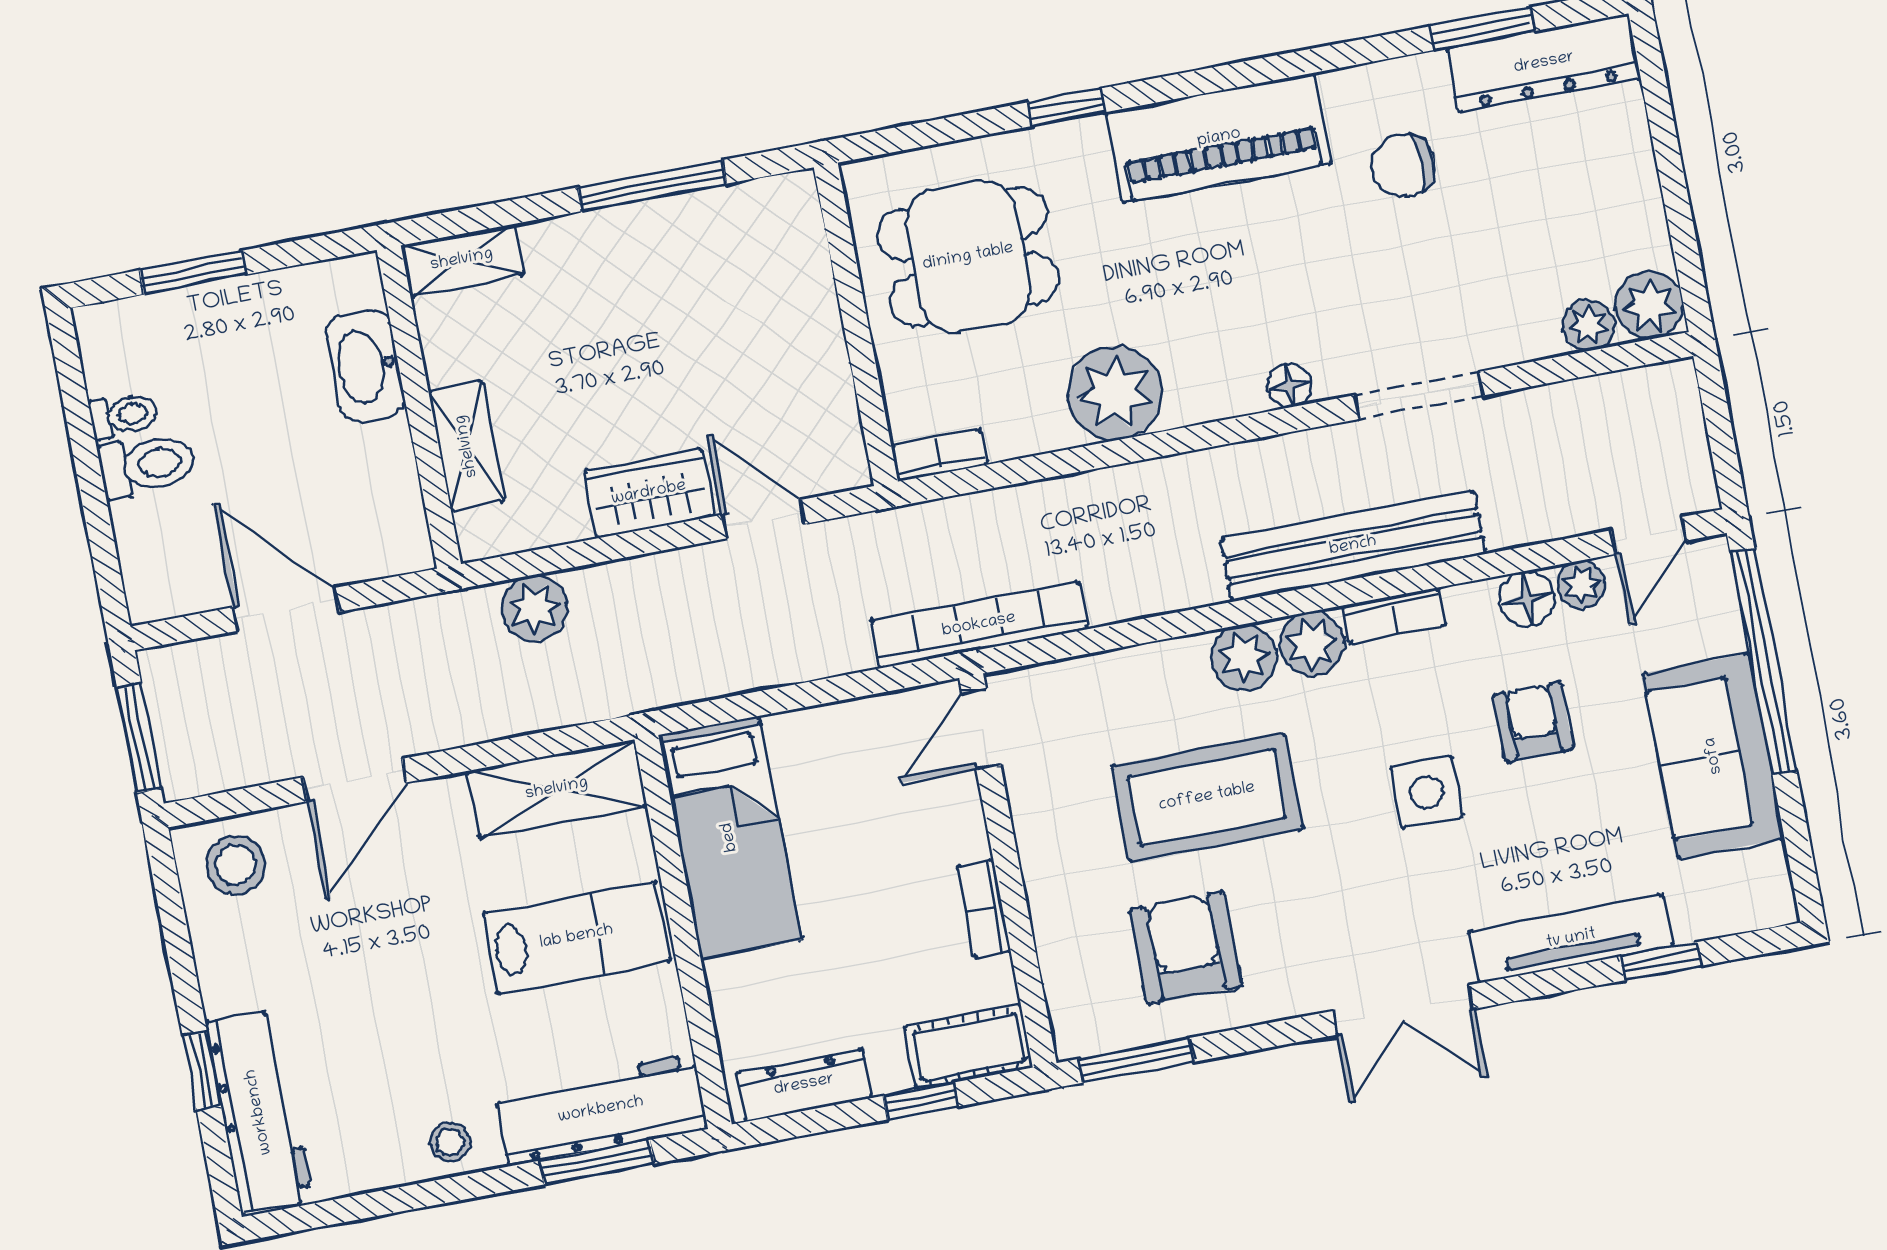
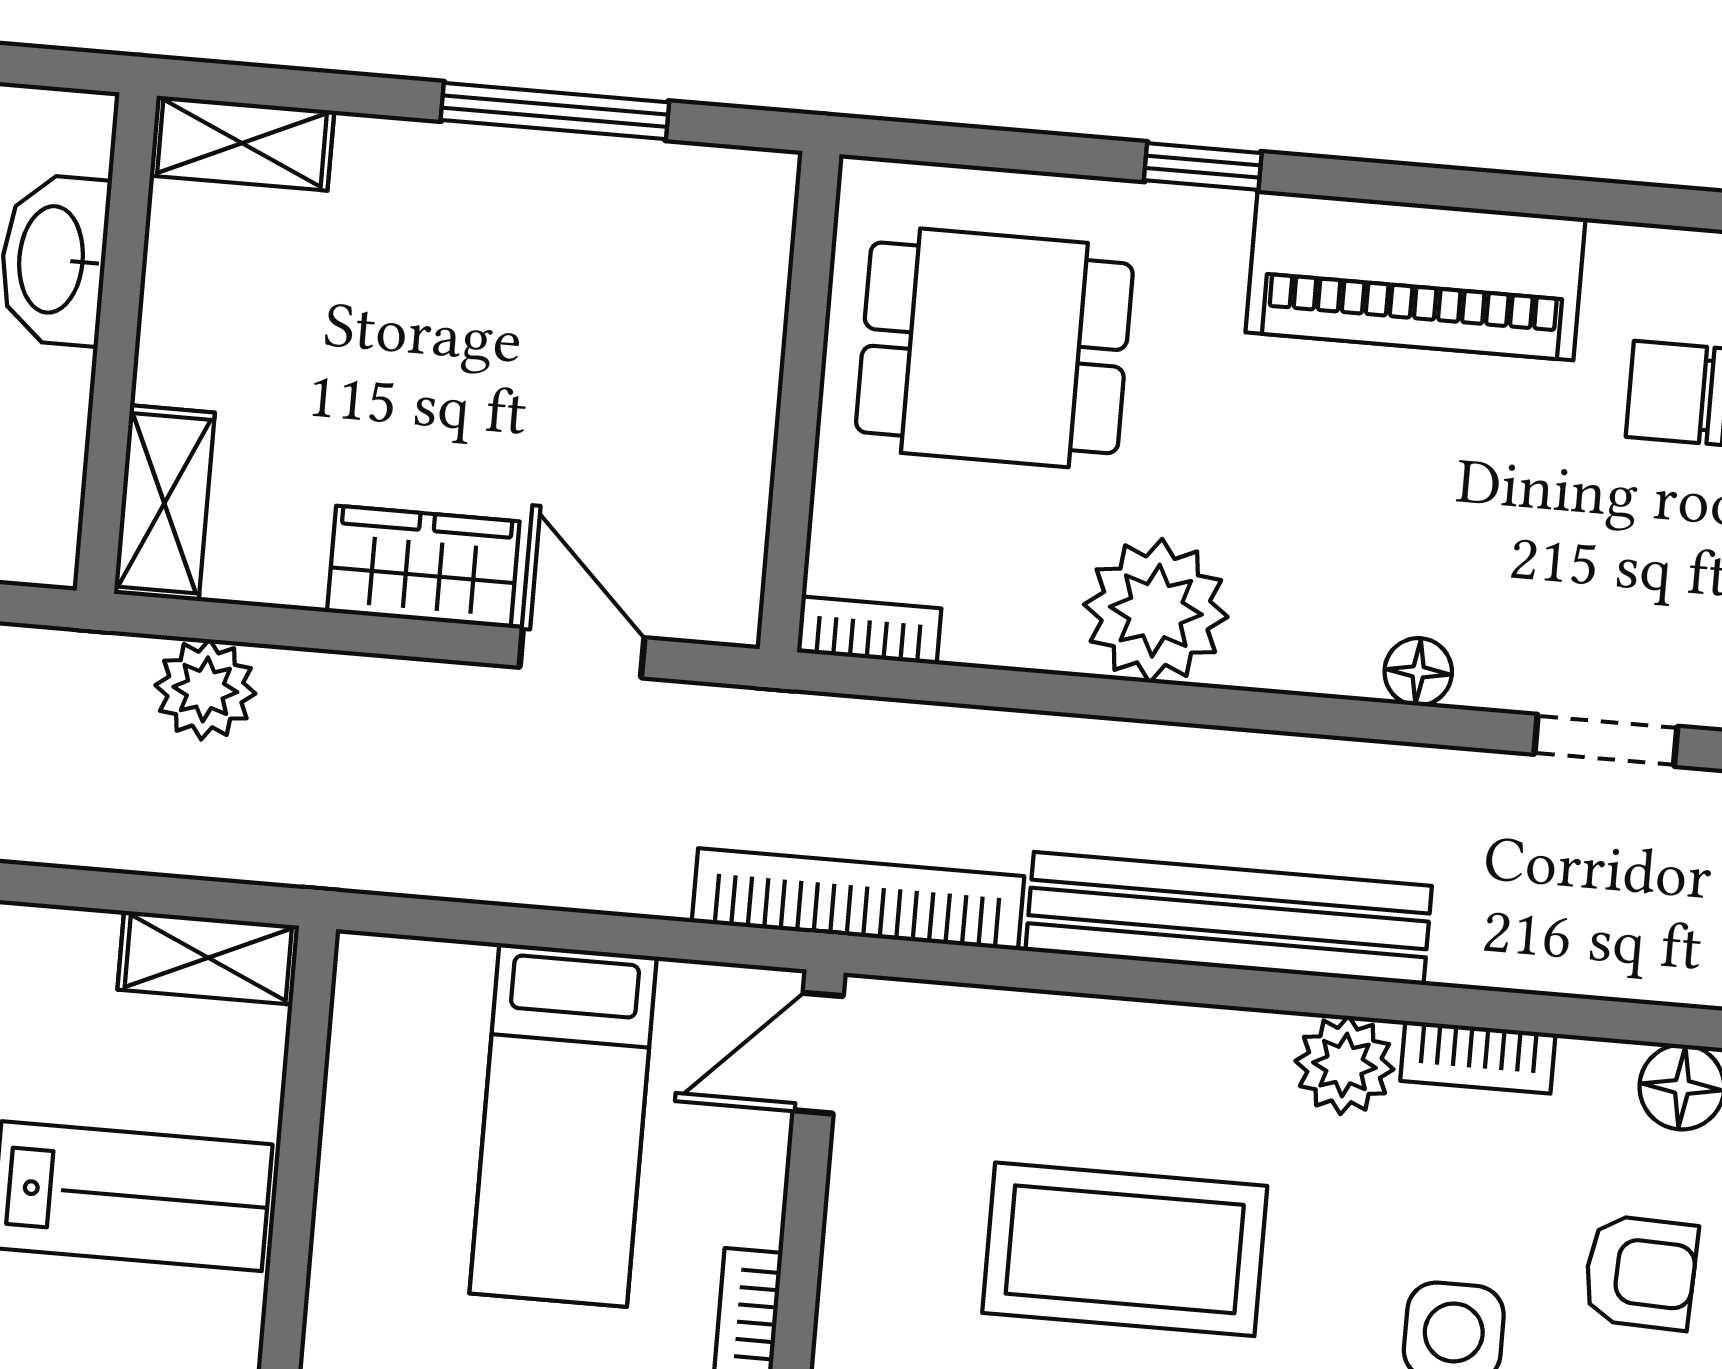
doorway: (1419, 395) -> (1606, 740), width x0.73
shelving: (467, 446) -> (164, 503), moved
bench: (1353, 546) -> (1229, 918), moved
plant: (1244, 657) -> (1238, 1057), removed
armchair: (1533, 722) -> (1640, 1272), turned 92
shelving: (557, 789) -> (208, 958), width x0.67, depth x0.75
bed: (730, 837) -> (563, 1125), moved

